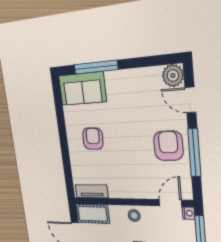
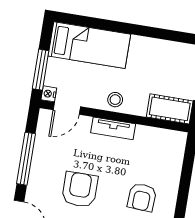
armchair: (168, 146) -> (80, 190), moved, turned 180
tv unit: (92, 191) -> (113, 128), moved

